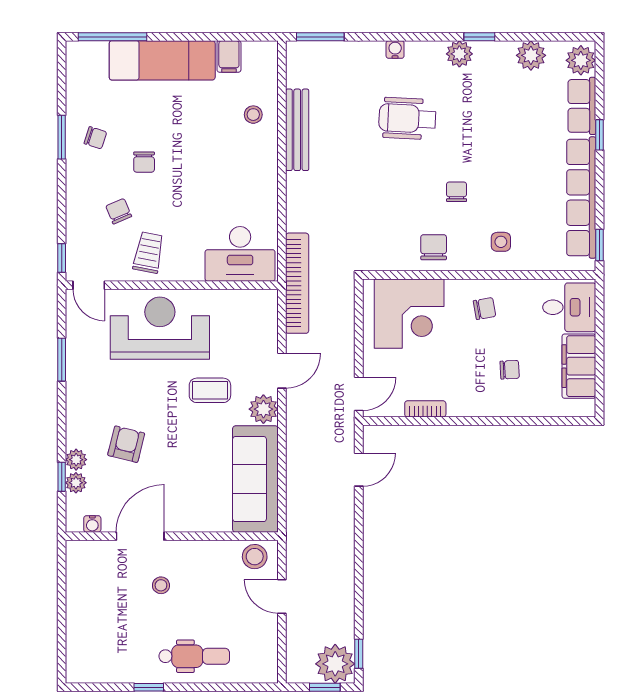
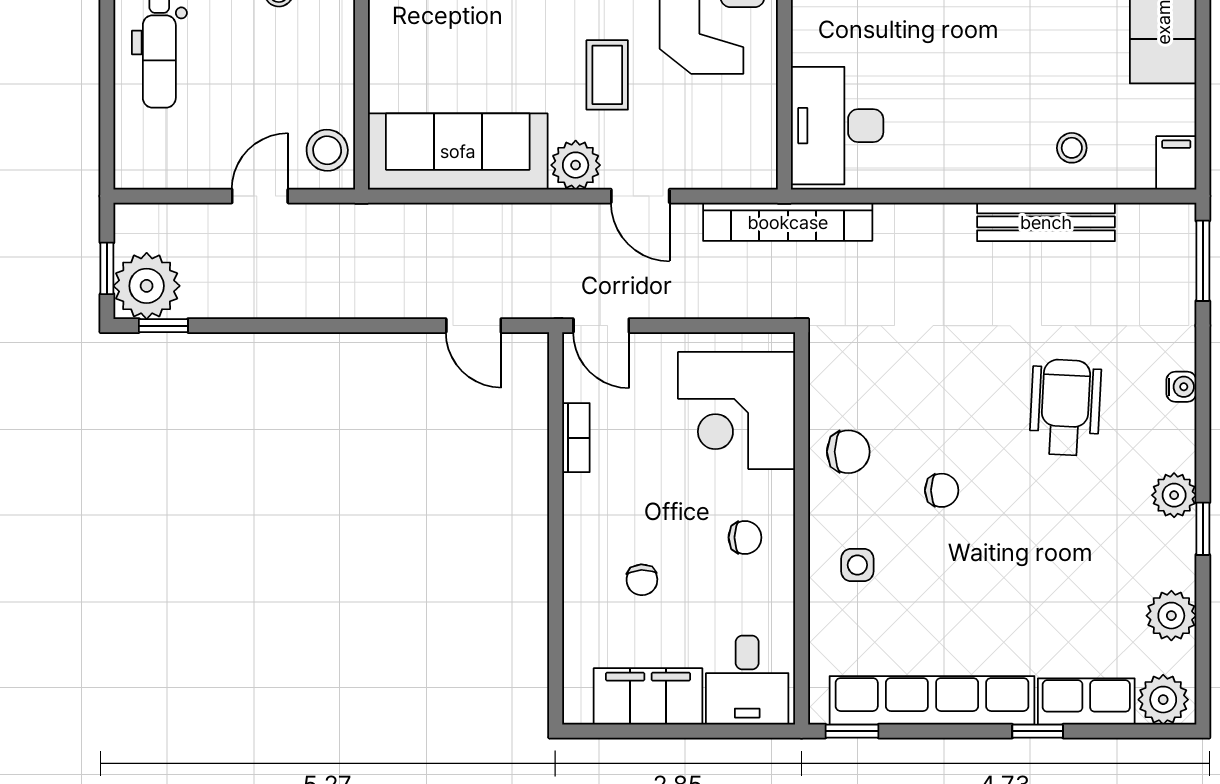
filing cabinet: (229, 56) -> (1176, 163), moved, turned 90
chair: (485, 309) -> (745, 537), turned -80

